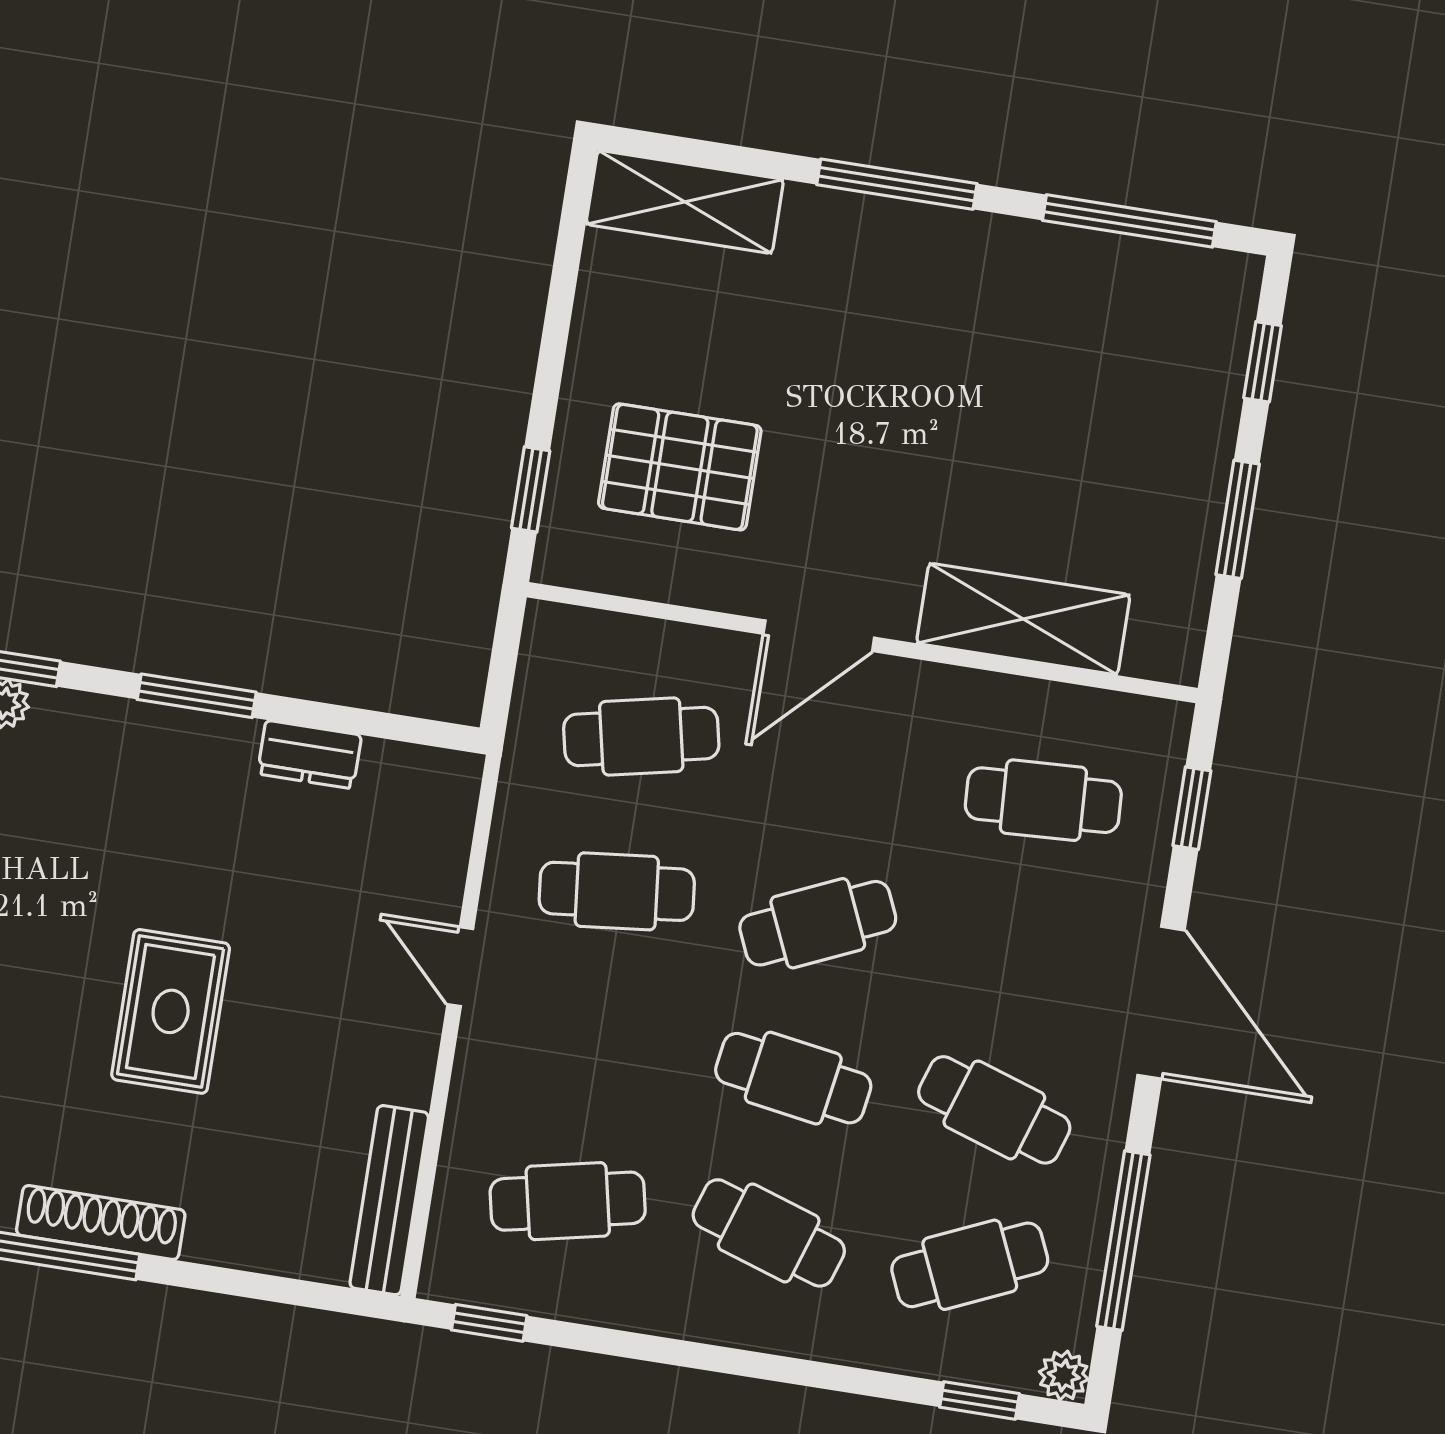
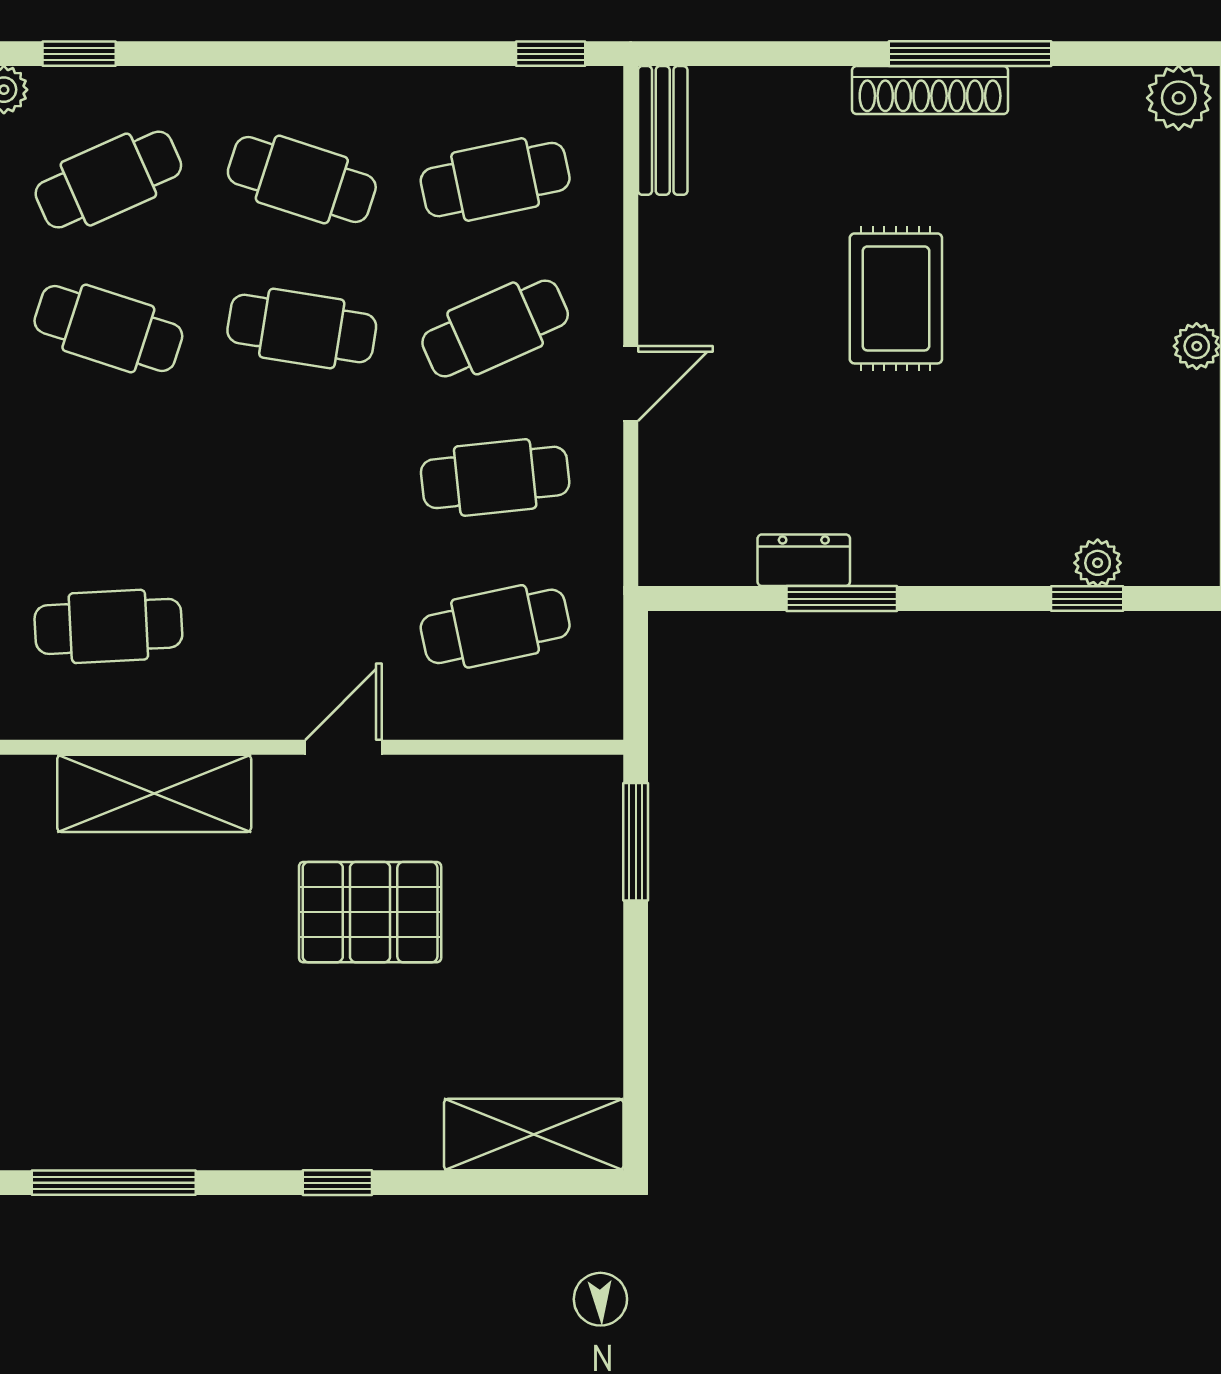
window: (897, 184) -> (337, 1183), width x0.46
pallet: (680, 467) -> (370, 912), moved
window: (531, 489) -> (636, 842), width x1.50
door: (819, 636) -> (343, 747), width x0.73
window: (197, 696) -> (842, 599), moved
cafe table: (818, 923) -> (495, 328), moved
door: (460, 967) -> (631, 384), hinge flipped
bench: (389, 1200) -> (663, 130), width x0.73

